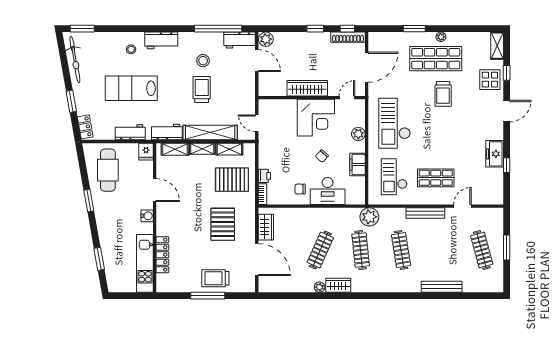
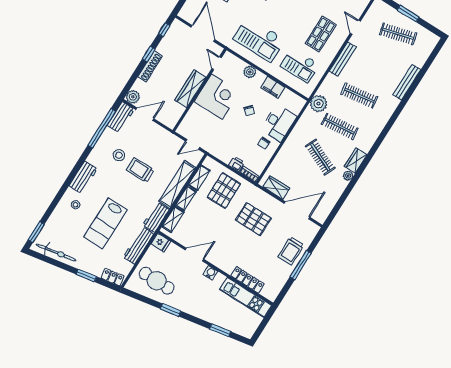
shoe rack: (348, 37) -> (150, 66), moved
workbench: (130, 132) -> (138, 245), width x1.37

